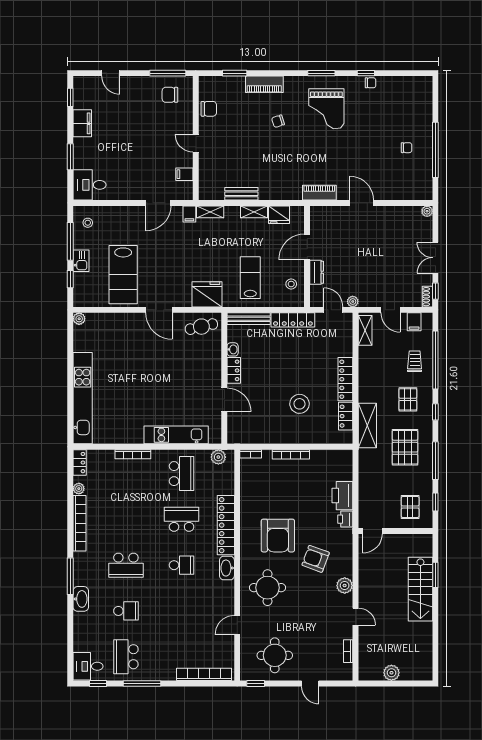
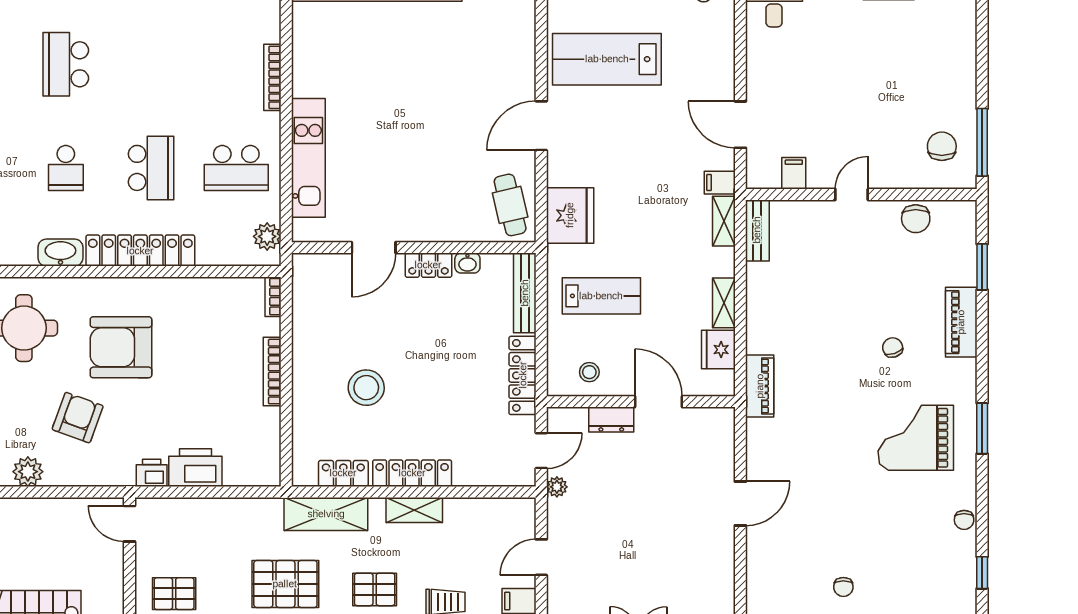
door: (111, 73) -> (982, 36), removed
window: (366, 73) -> (982, 573), moved
piano: (319, 193) -> (760, 386), moved
bench: (241, 194) -> (757, 230), moved
shelving: (365, 330) -> (414, 510), moved

